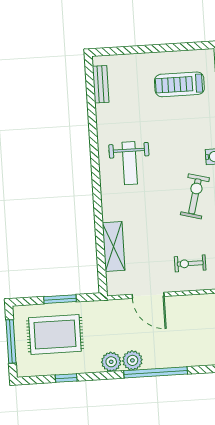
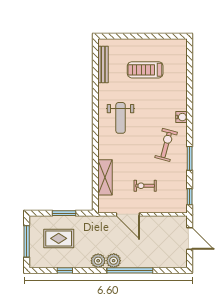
bench: (101, 84) -> (103, 64), width x1.36
treadmill: (179, 84) -> (145, 70), moved
exercise bike: (190, 263) -> (145, 186), moved
rug: (55, 335) -> (59, 238), width x0.73, depth x0.70

